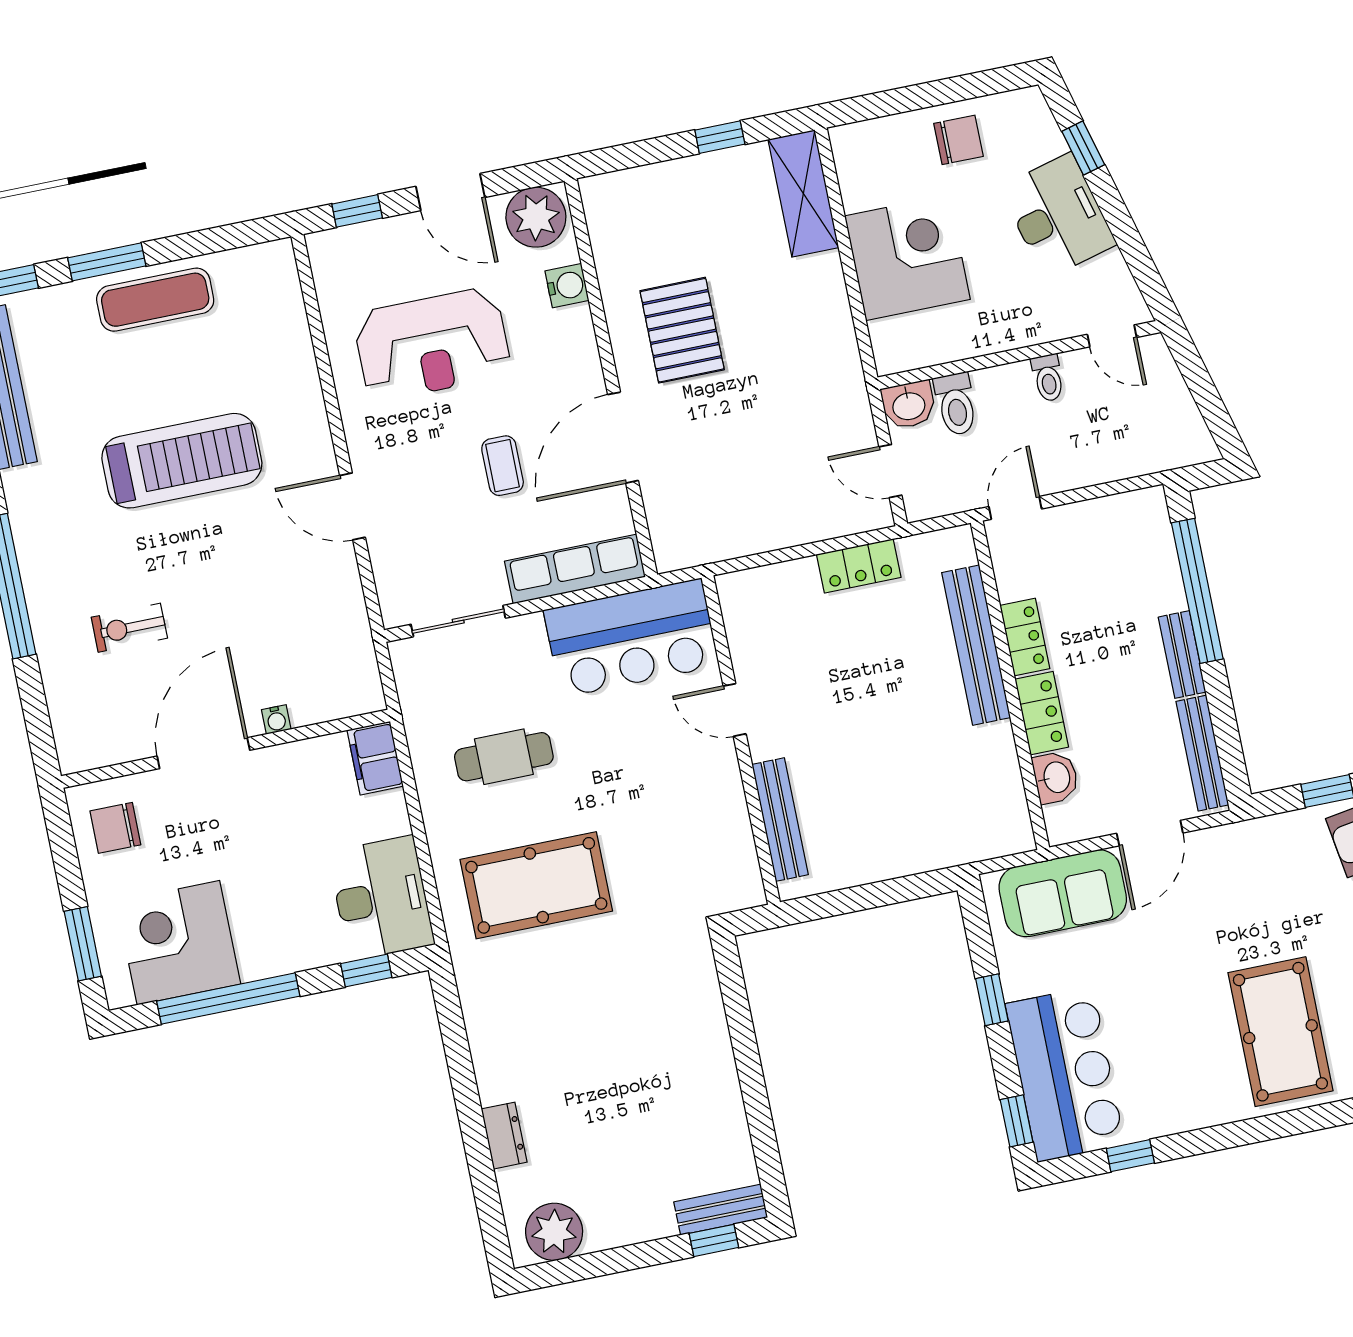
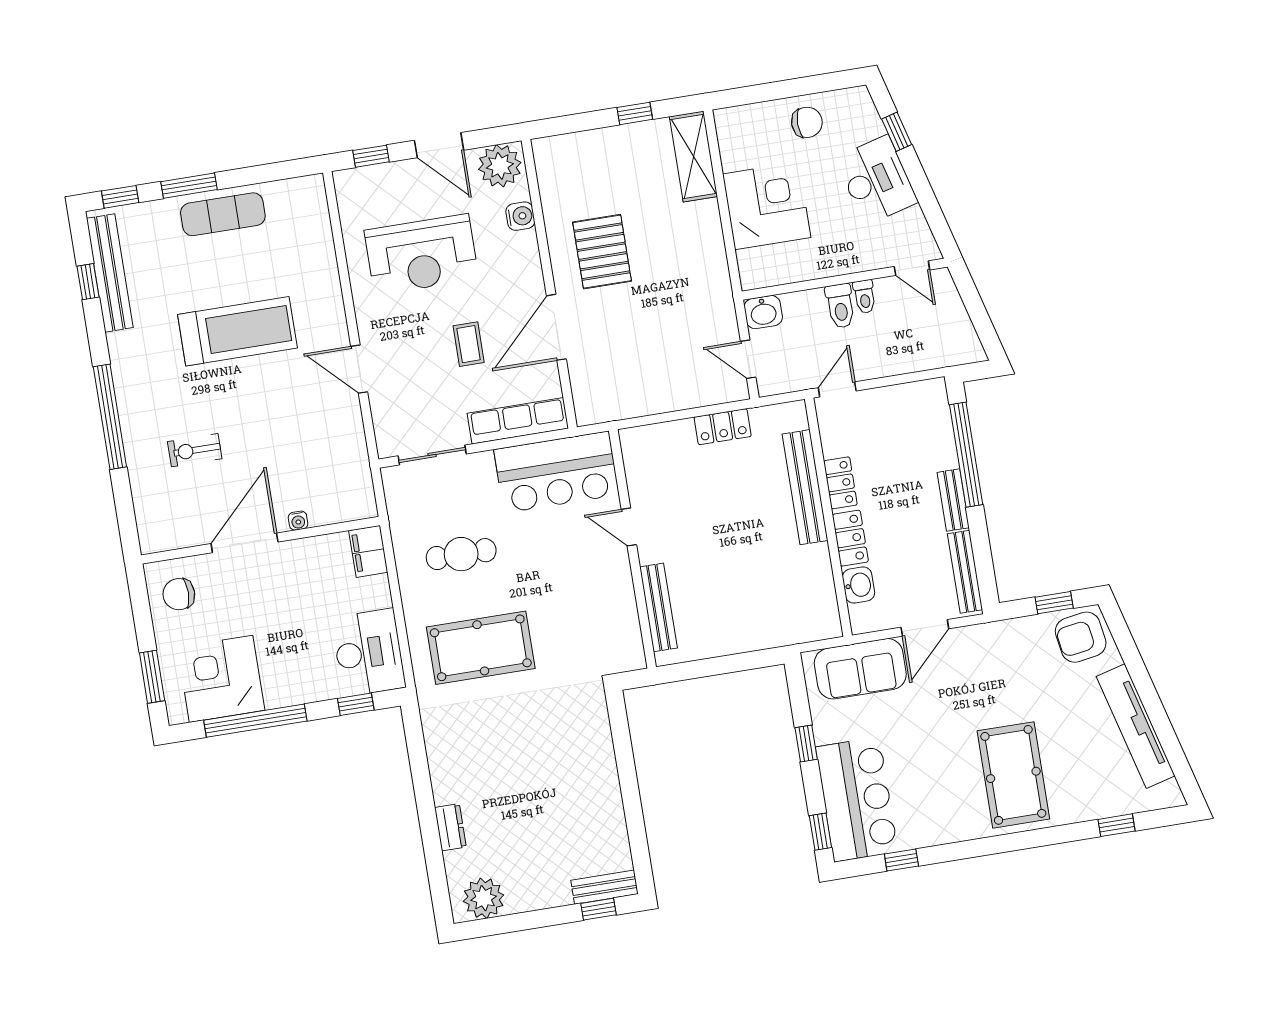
toilet: (956, 404) -> (840, 306), moved

